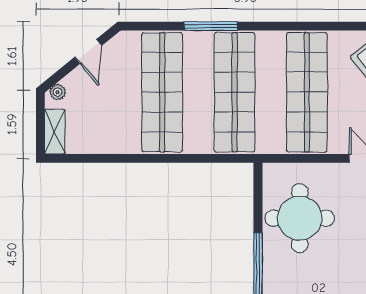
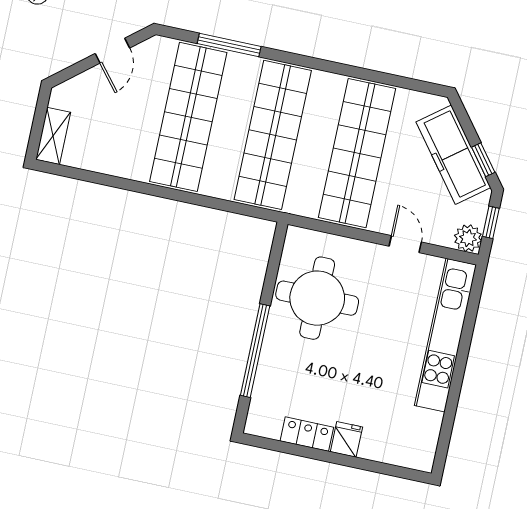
window: (211, 26) -> (229, 45), moved
plant: (58, 92) -> (66, 91), removed

